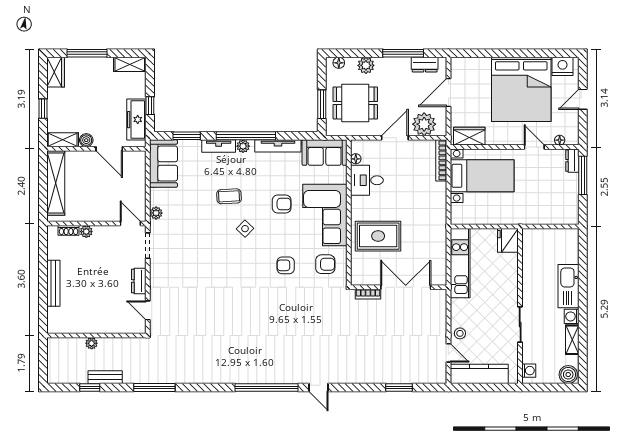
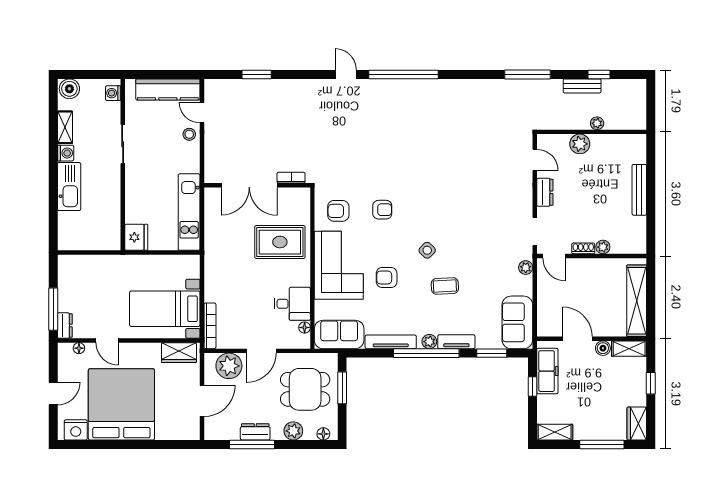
dresser: (425, 65) -> (255, 432), moved
shoe rack: (69, 230) -> (583, 248), moved
plant: (107, 325) -> (580, 144), added

